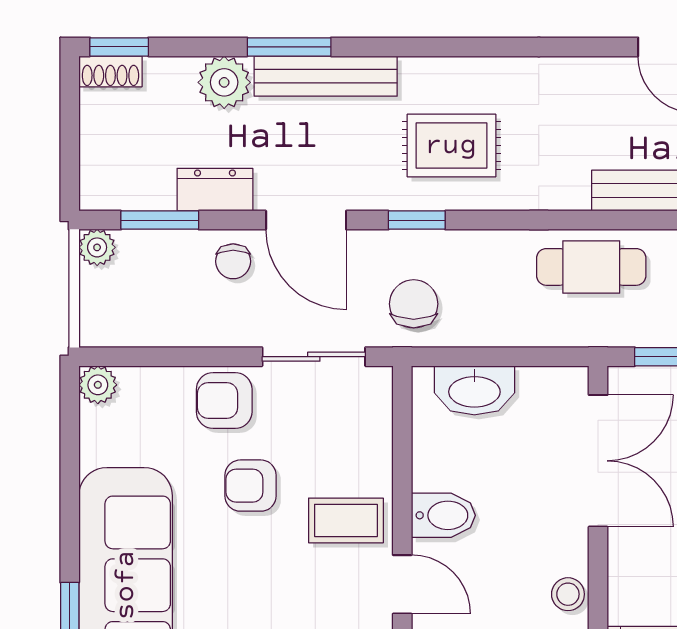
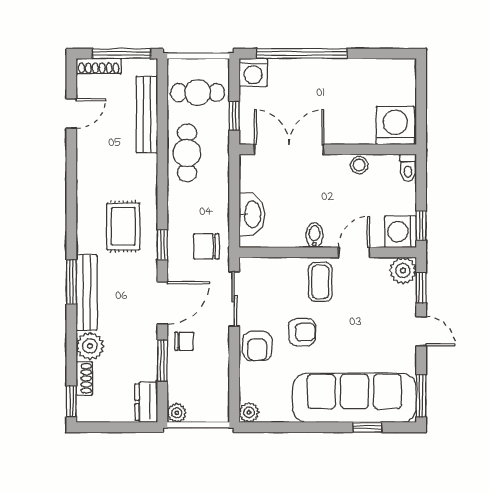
window: (289, 47) -> (71, 282), moved
shoe rack: (110, 71) -> (84, 378), moved
dresser: (215, 190) -> (146, 402), moved
window: (160, 220) -> (162, 360), moved
armchair: (251, 486) -> (302, 332), turned -90
bidet: (443, 515) -> (314, 235), width x0.72, depth x0.74

